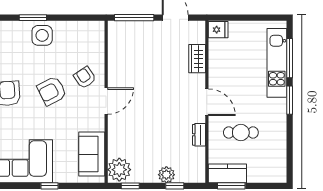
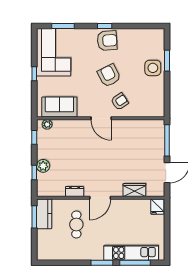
plant: (119, 170) -> (47, 124), width x0.53, depth x0.53

